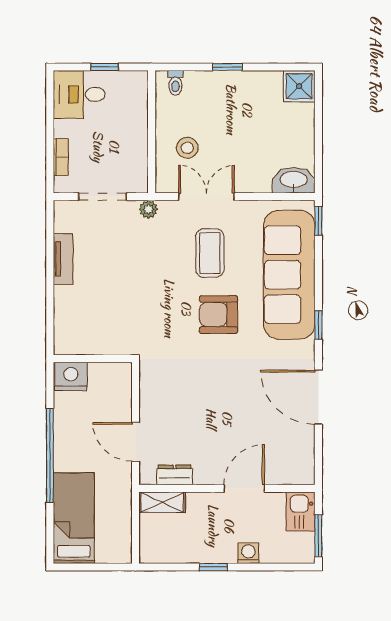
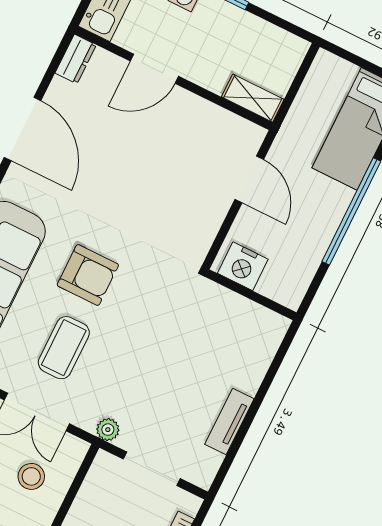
nightstand: (71, 376) -> (243, 266), moved
dresser: (175, 475) -> (76, 59), moved, turned -90

